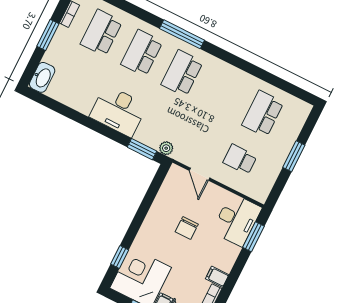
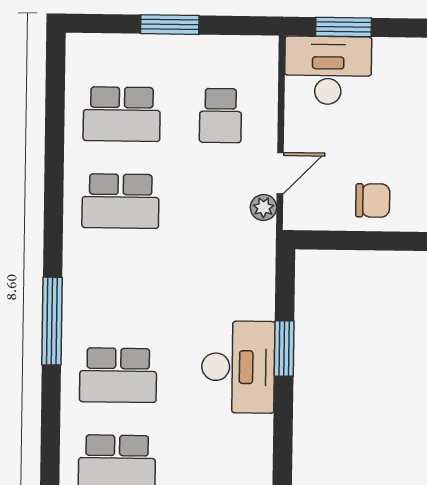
school desk: (182, 73) -> (121, 201), moved
plant: (166, 148) -> (263, 208), moved
window: (142, 149) -> (284, 349), moved
chair: (187, 228) -> (373, 200), moved

